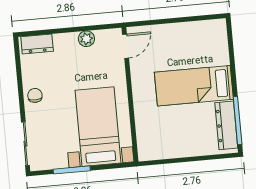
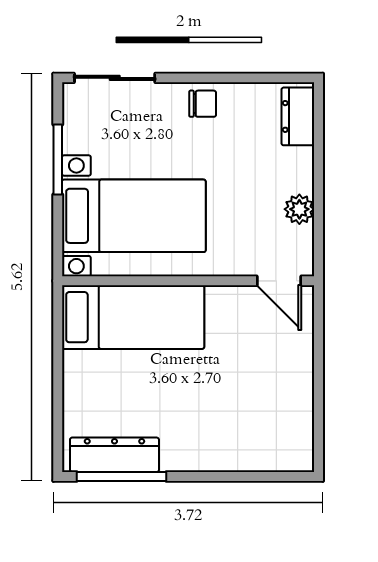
bed: (194, 86) -> (133, 317), moved, turned 90

